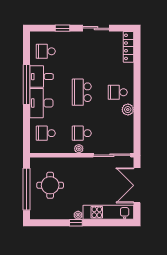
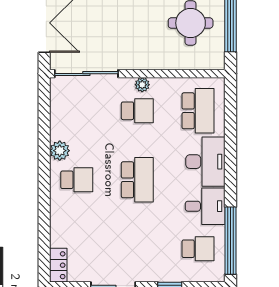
locker: (129, 47) -> (58, 265), width x0.66
window: (26, 85) -> (230, 241), moved
school desk: (46, 133) -> (198, 111), width x1.85

